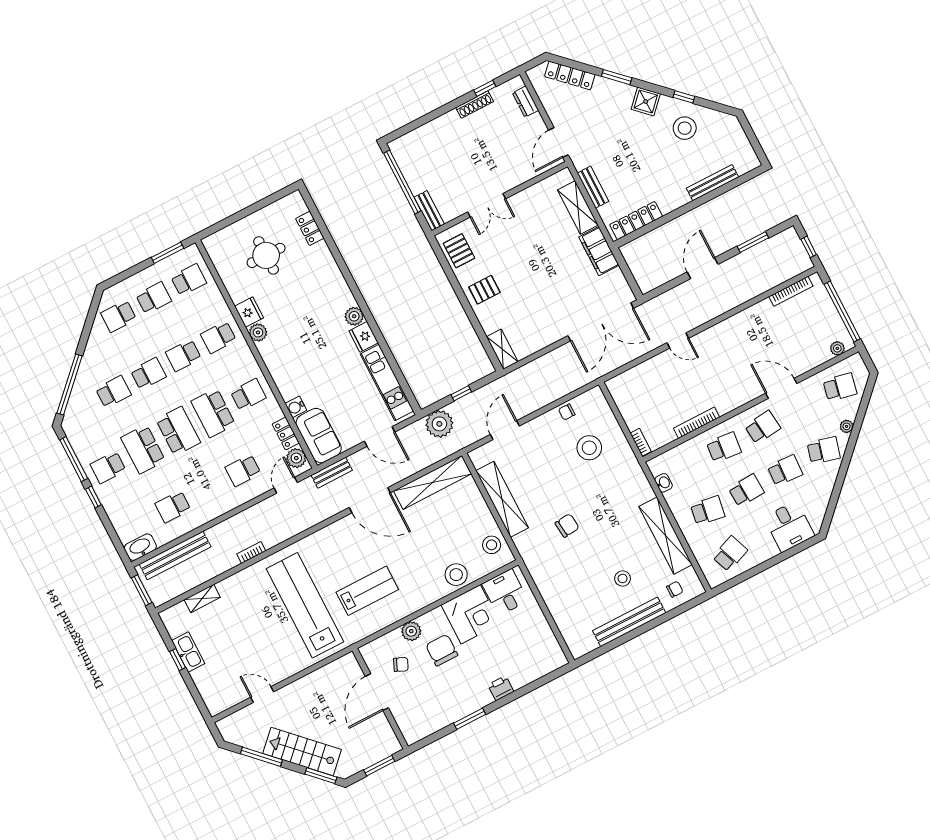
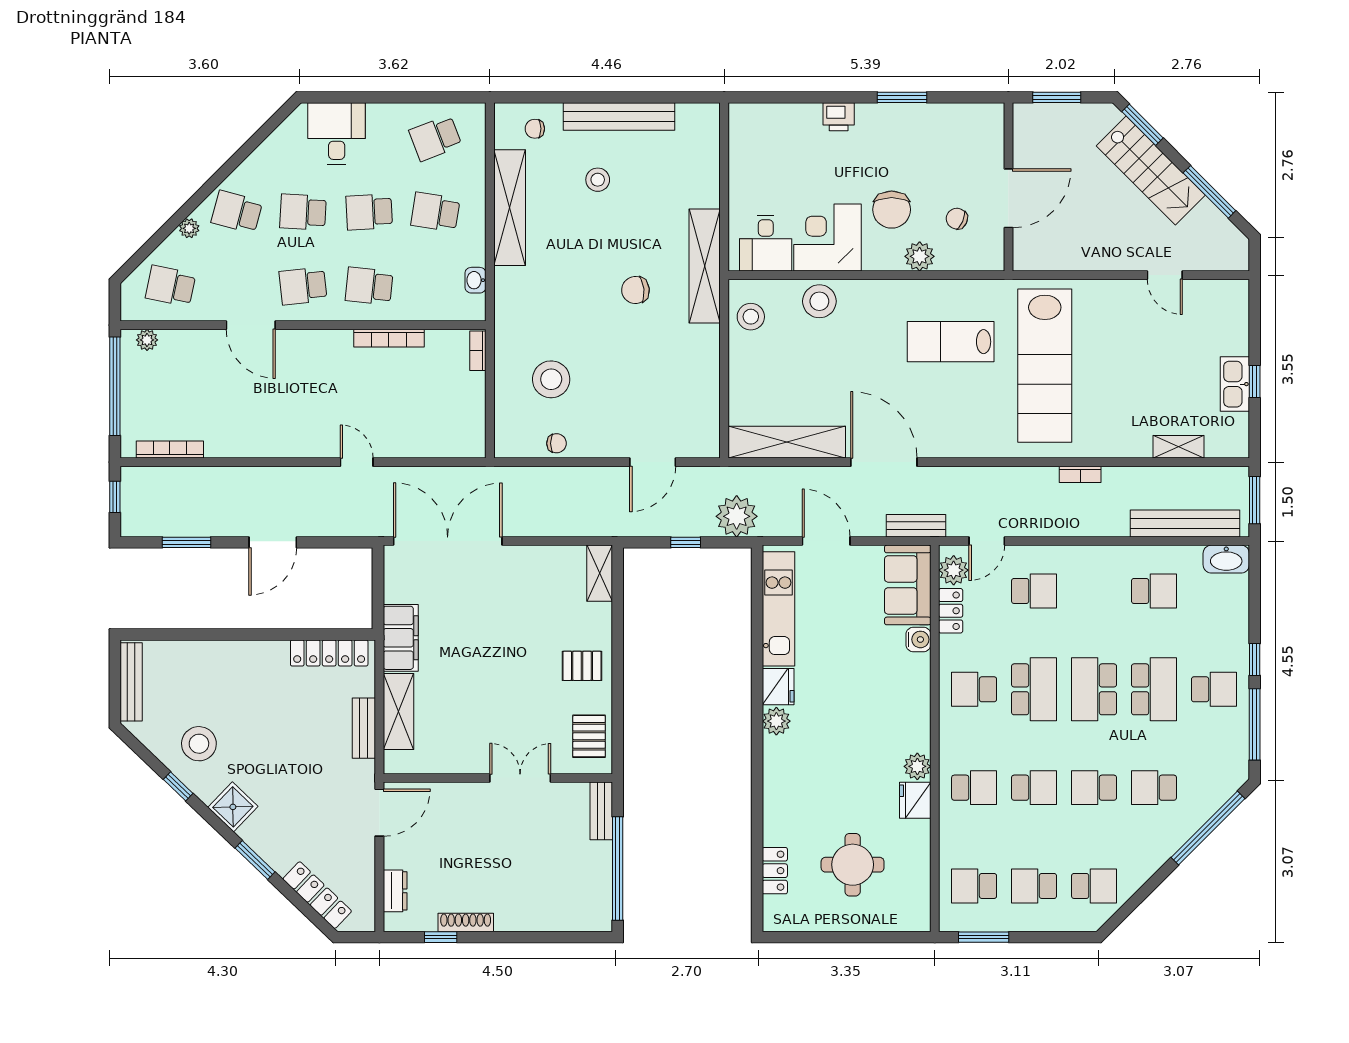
bench: (712, 183) -> (131, 682), moved, turned 90
shelving: (502, 499) -> (705, 266), moved

